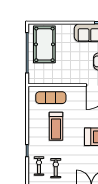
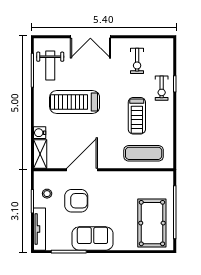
treadmill: (56, 126) -> (137, 116), turned 180
exercise bike: (39, 166) -> (162, 88), moved

